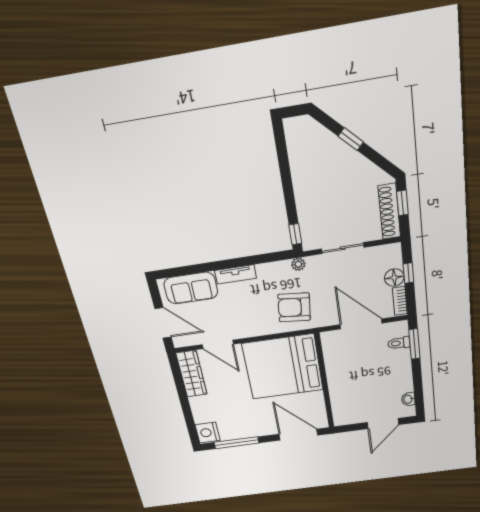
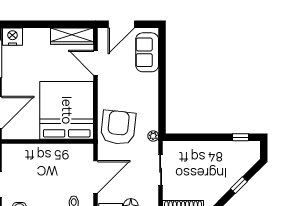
window: (295, 234) -> (240, 137), moved
tv unit: (235, 274) -> (153, 88), removed
armchair: (294, 307) -> (118, 127), width x1.36, depth x1.36
door: (218, 344) -> (96, 63), hinge flipped

